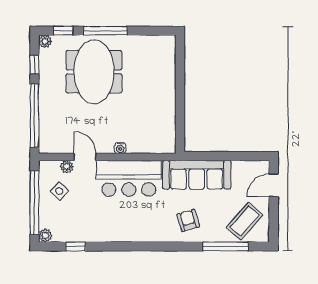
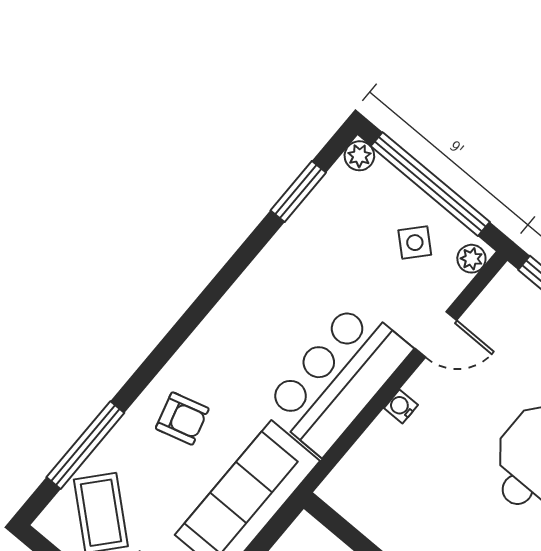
plant: (67, 167) -> (471, 259), moved
window: (76, 246) -> (298, 192), width x1.50

